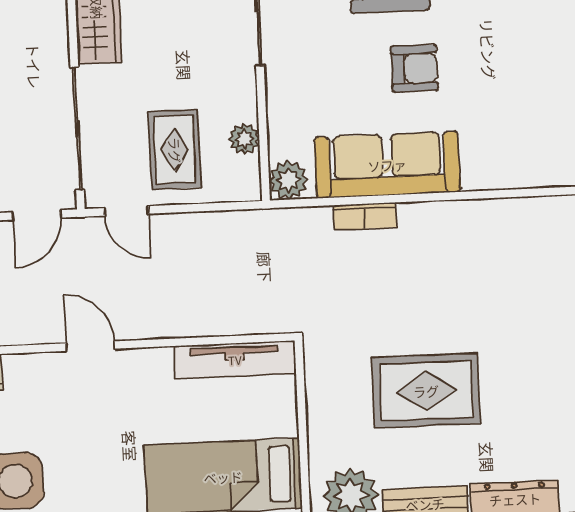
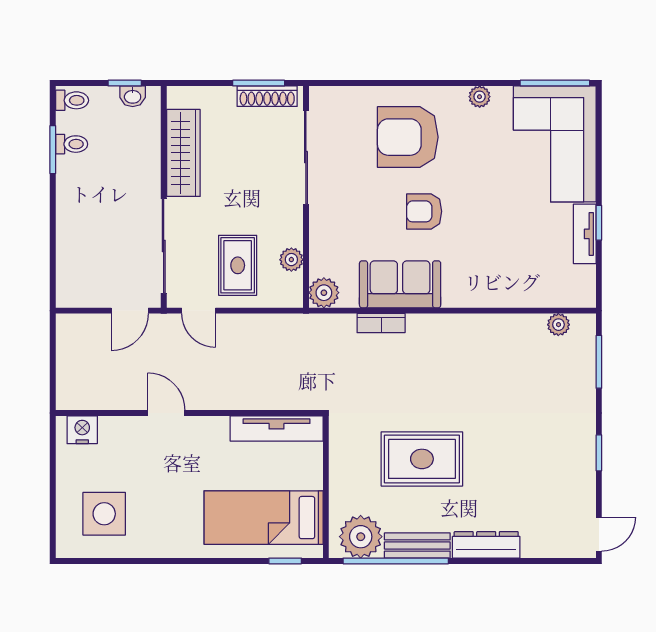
armchair: (414, 68) -> (424, 211), turned 180
sofa: (387, 165) -> (400, 284), width x0.73

